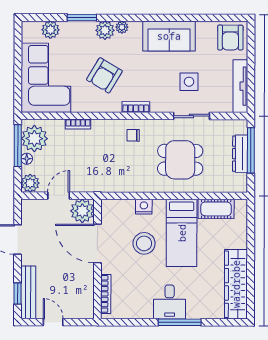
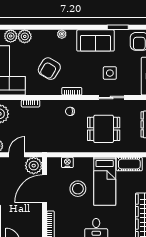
window: (82, 18) -> (118, 27), moved
plant: (105, 30) -> (25, 36), moved
nightstand: (144, 207) -> (67, 162), moved
door: (97, 243) -> (45, 189), hinge flipped

